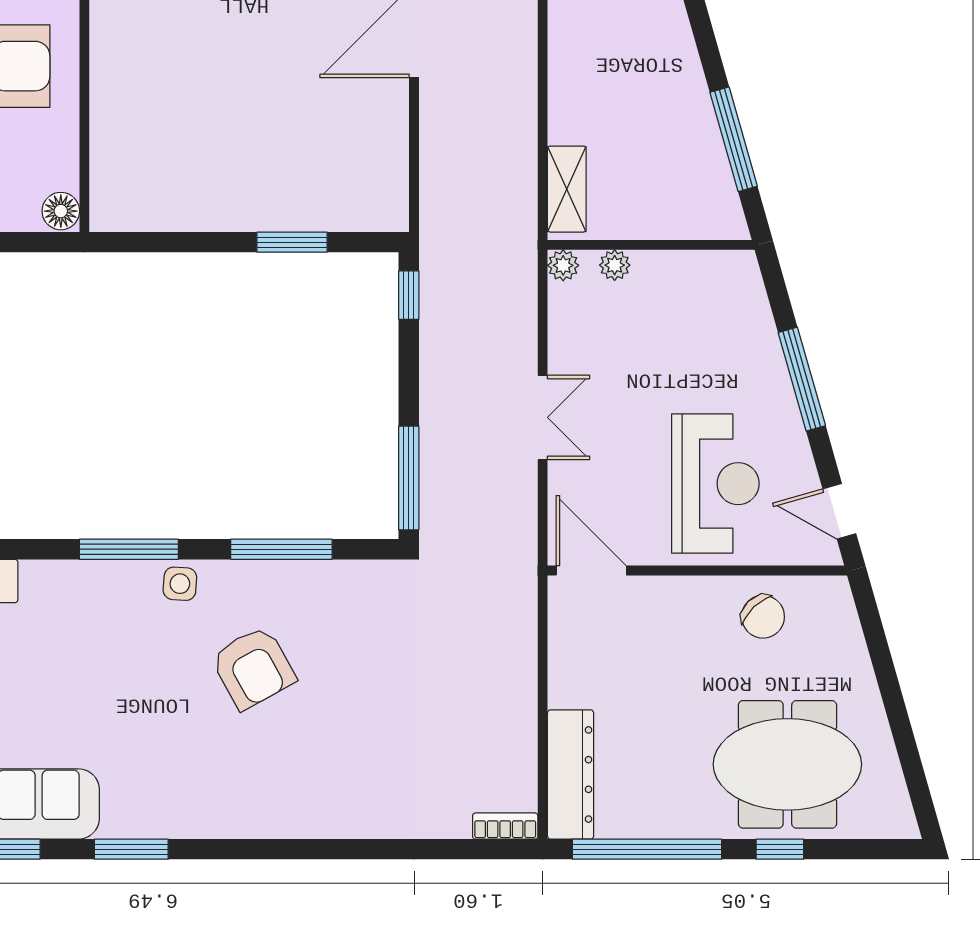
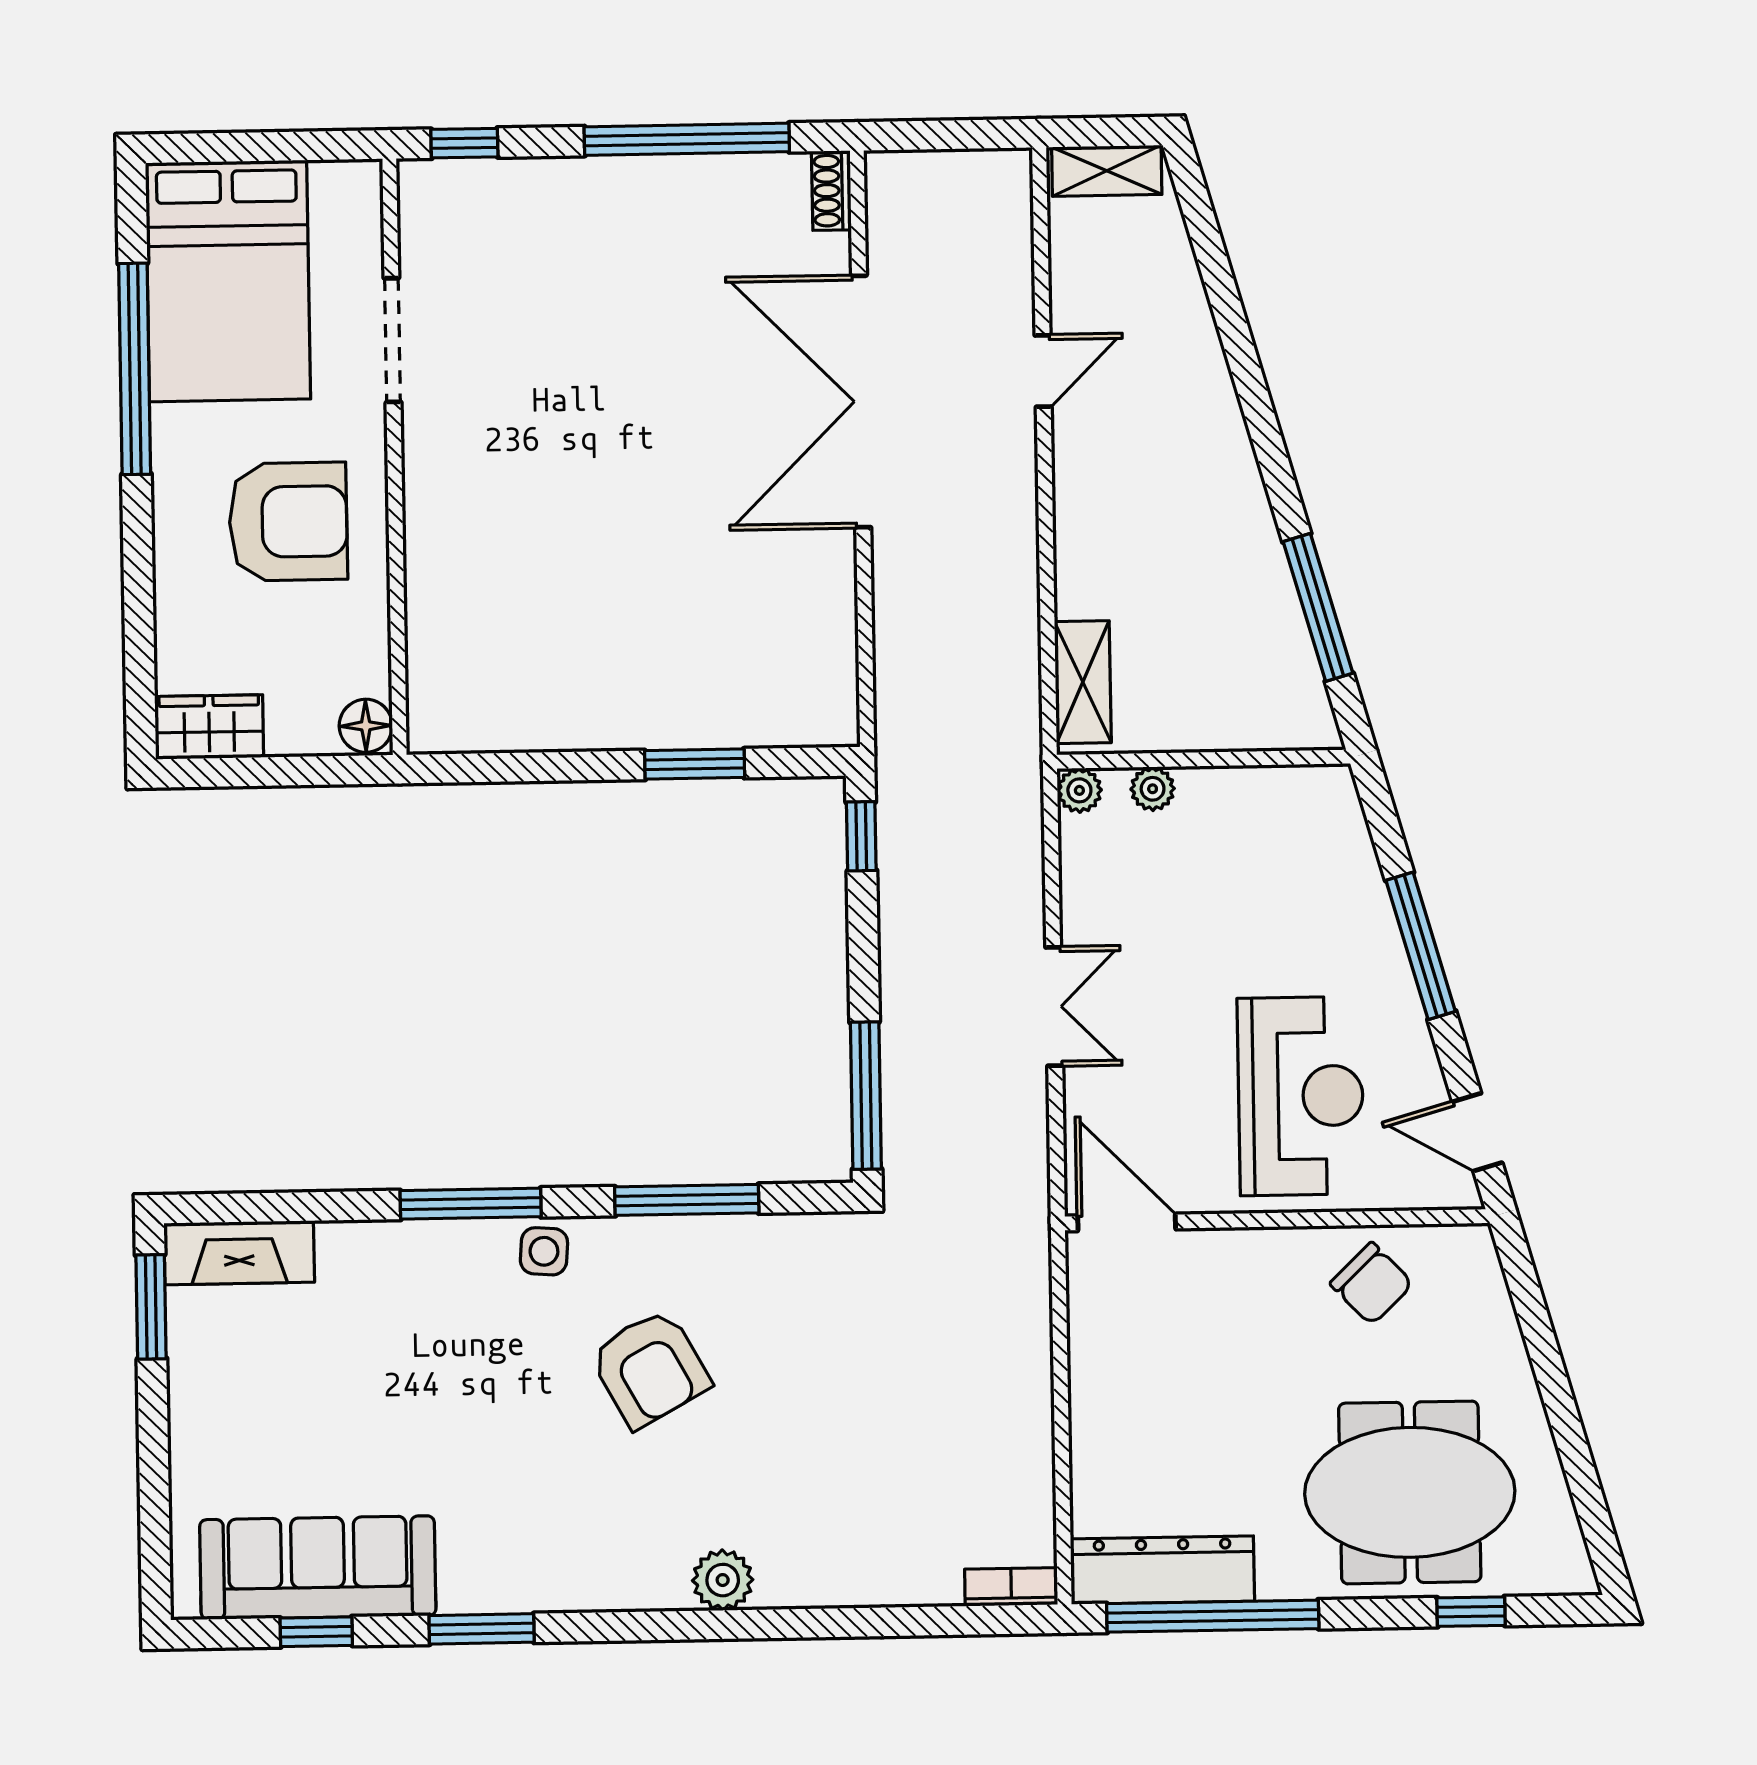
dresser: (571, 775) -> (1162, 1570), moved, turned -90
plant: (302, 818) -> (723, 1580), added
window: (780, 849) -> (1471, 1612), moved

